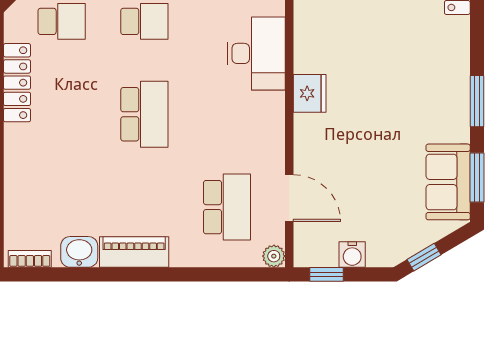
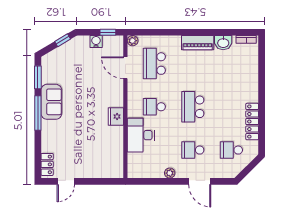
window: (477, 101) -> (38, 113), width x1.44
school desk: (227, 114) -> (154, 107), added
sofa: (448, 182) -> (51, 102), moved

